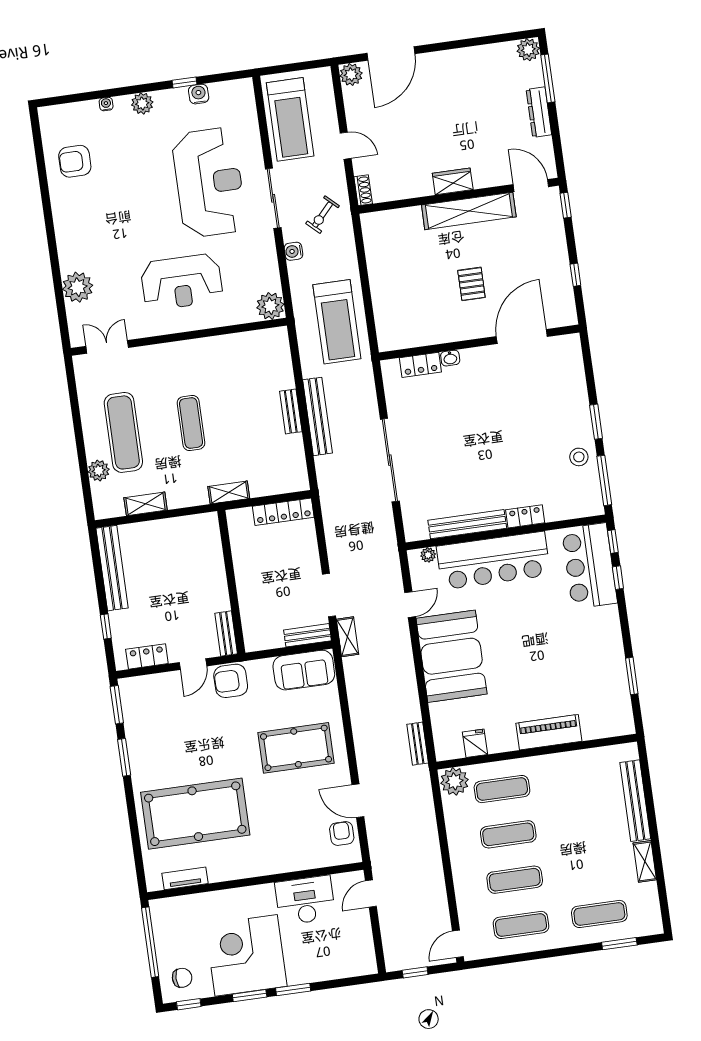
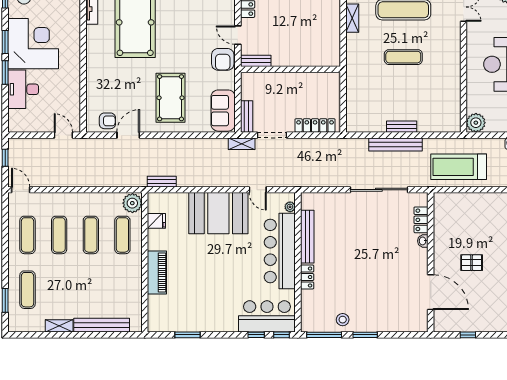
sliding door: (390, 460) -> (379, 190), moved
shelving: (229, 492) -> (352, 76), removed
locker: (283, 512) -> (315, 125), moved, turned 90
armchair: (231, 681) -> (223, 59), turned 180
desk: (305, 900) -> (23, 89), moved, turned 180

